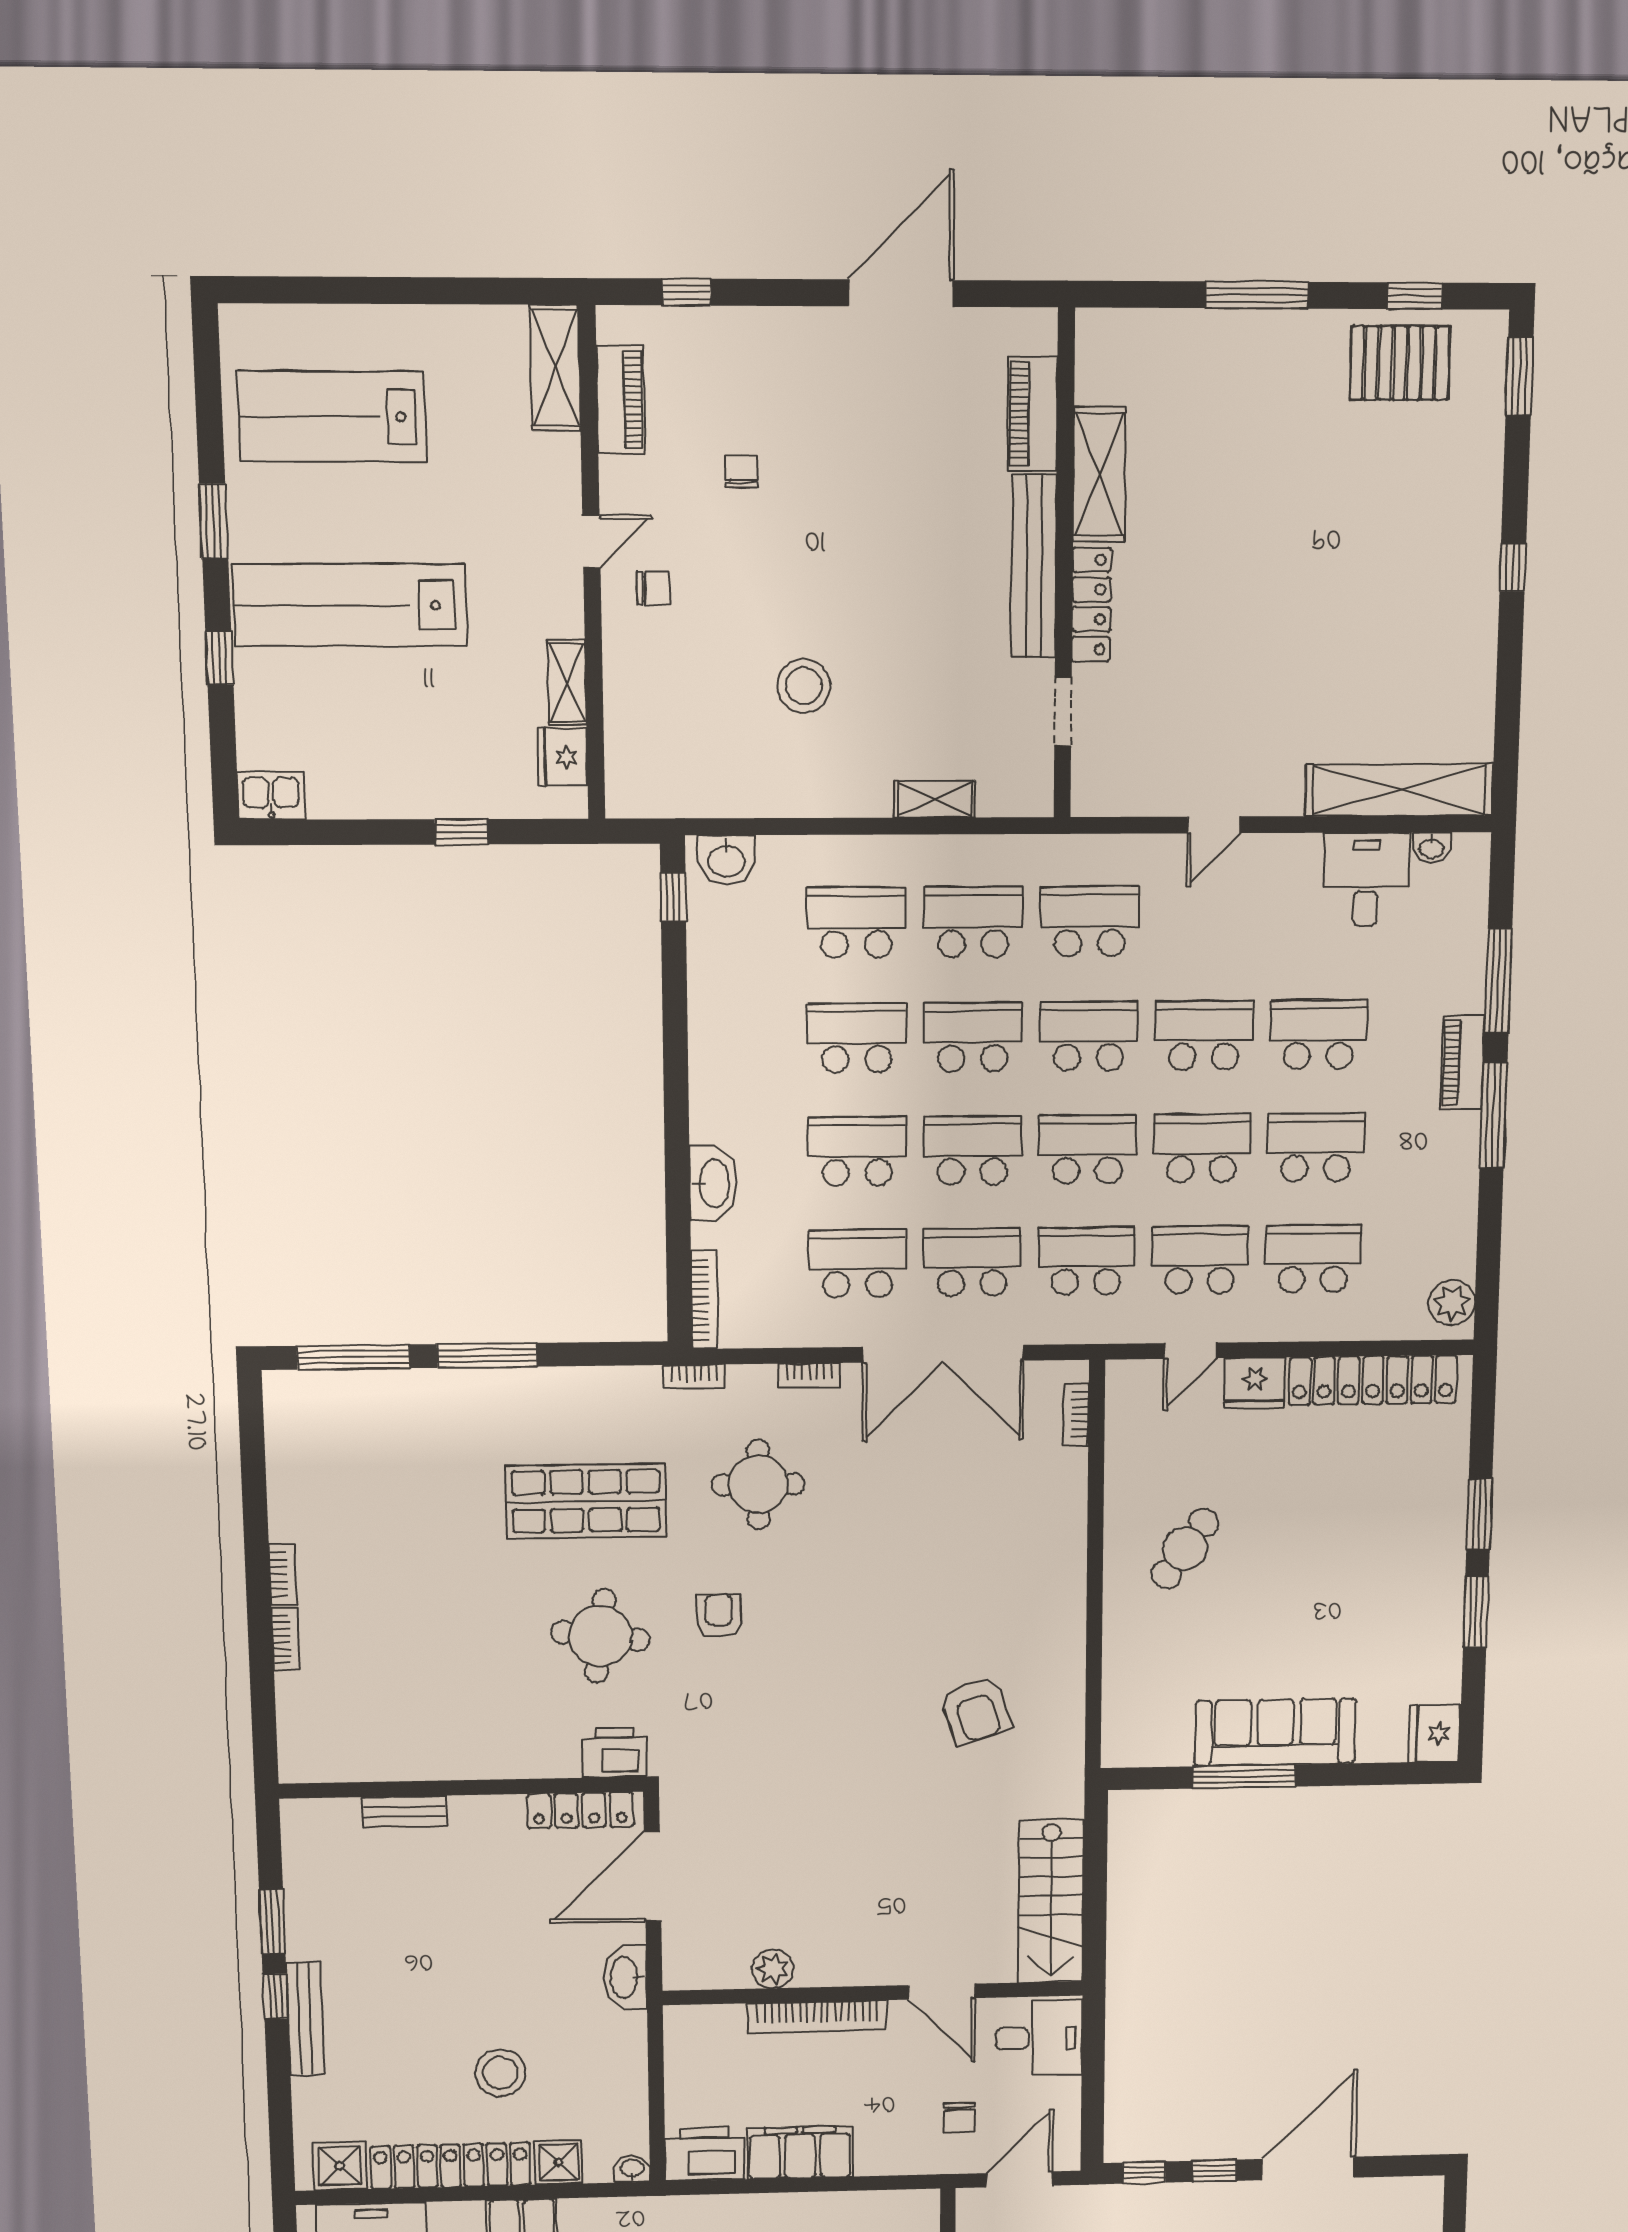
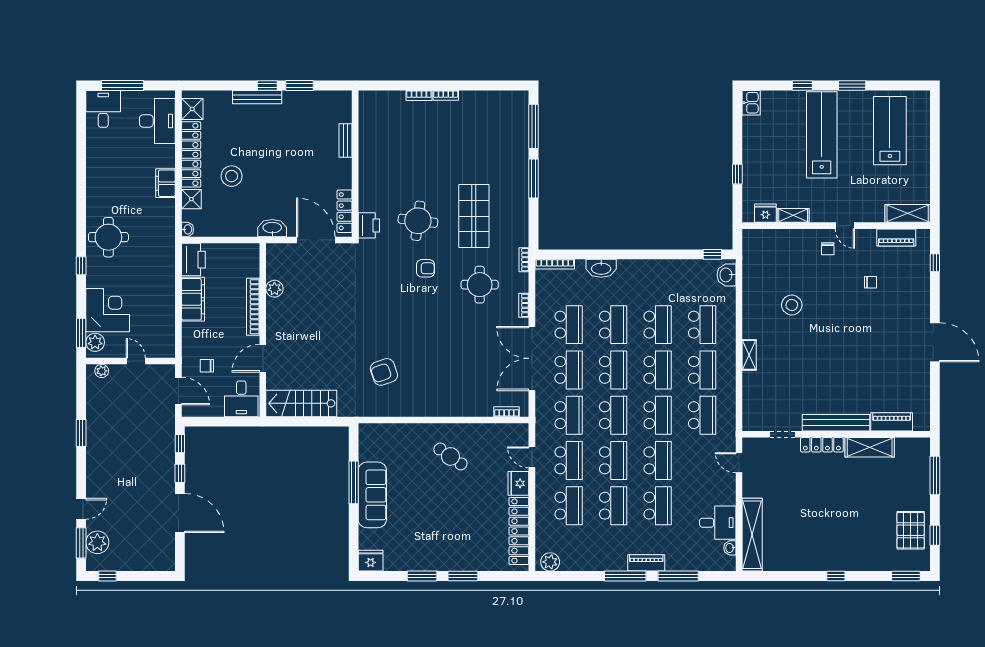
piano: (1032, 414) -> (892, 422), moved
shelving: (1099, 475) -> (870, 447), moved
bench: (1034, 566) -> (836, 423), moved
wall: (1064, 566) -> (836, 434), moved
locker: (1091, 605) -> (822, 445), moved
doorway: (1063, 711) -> (782, 434), moved

